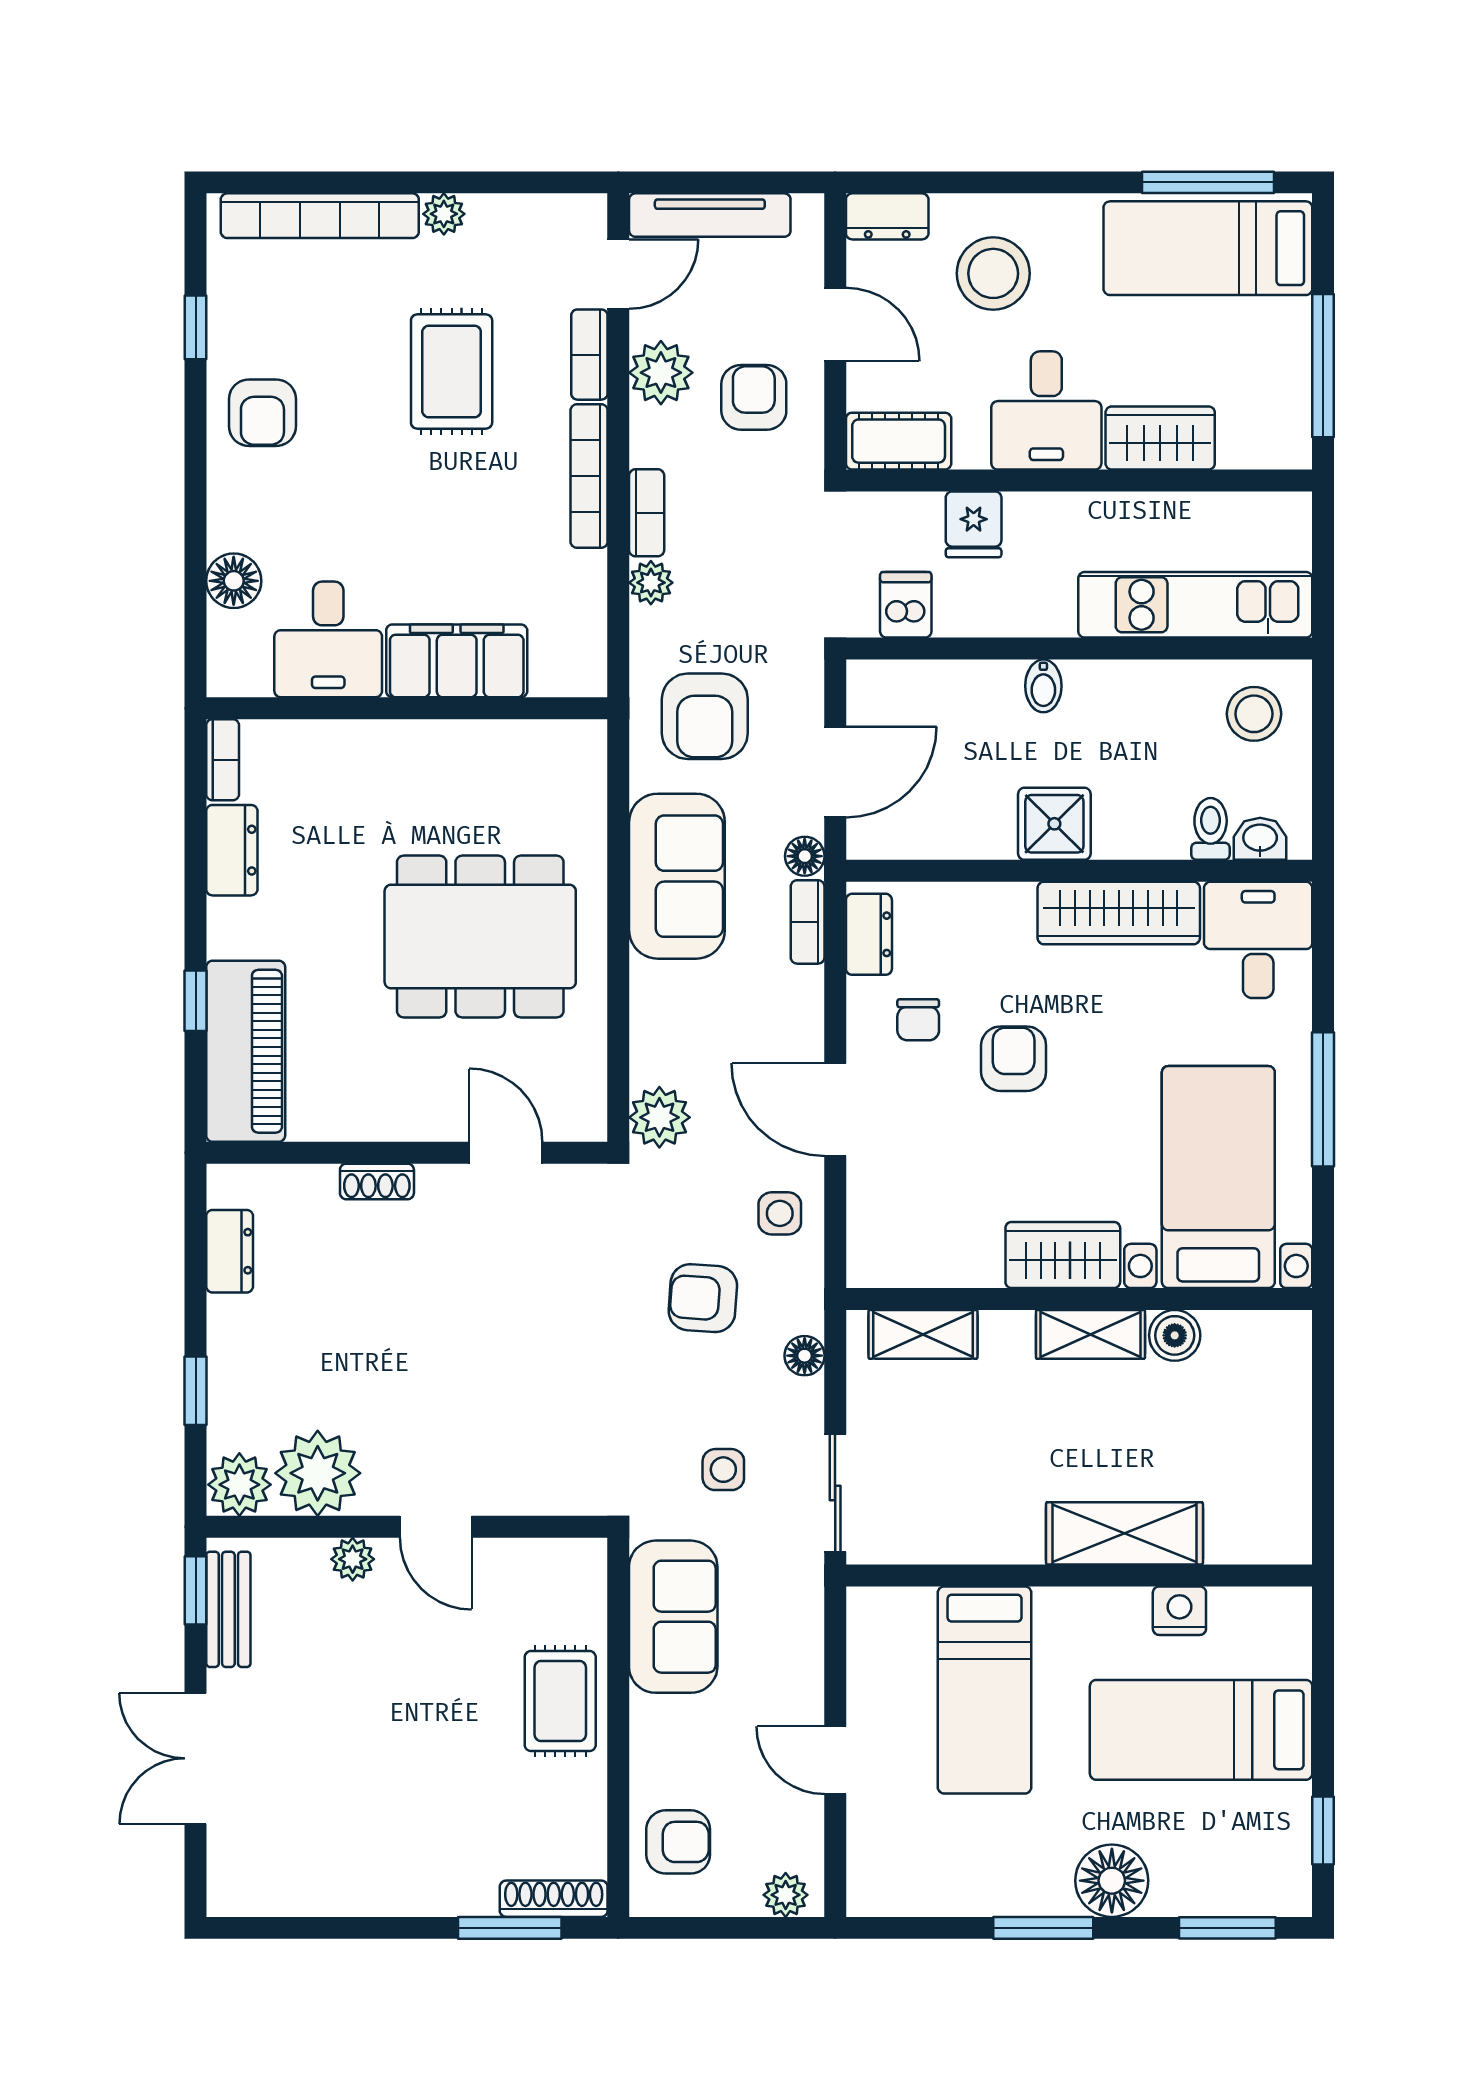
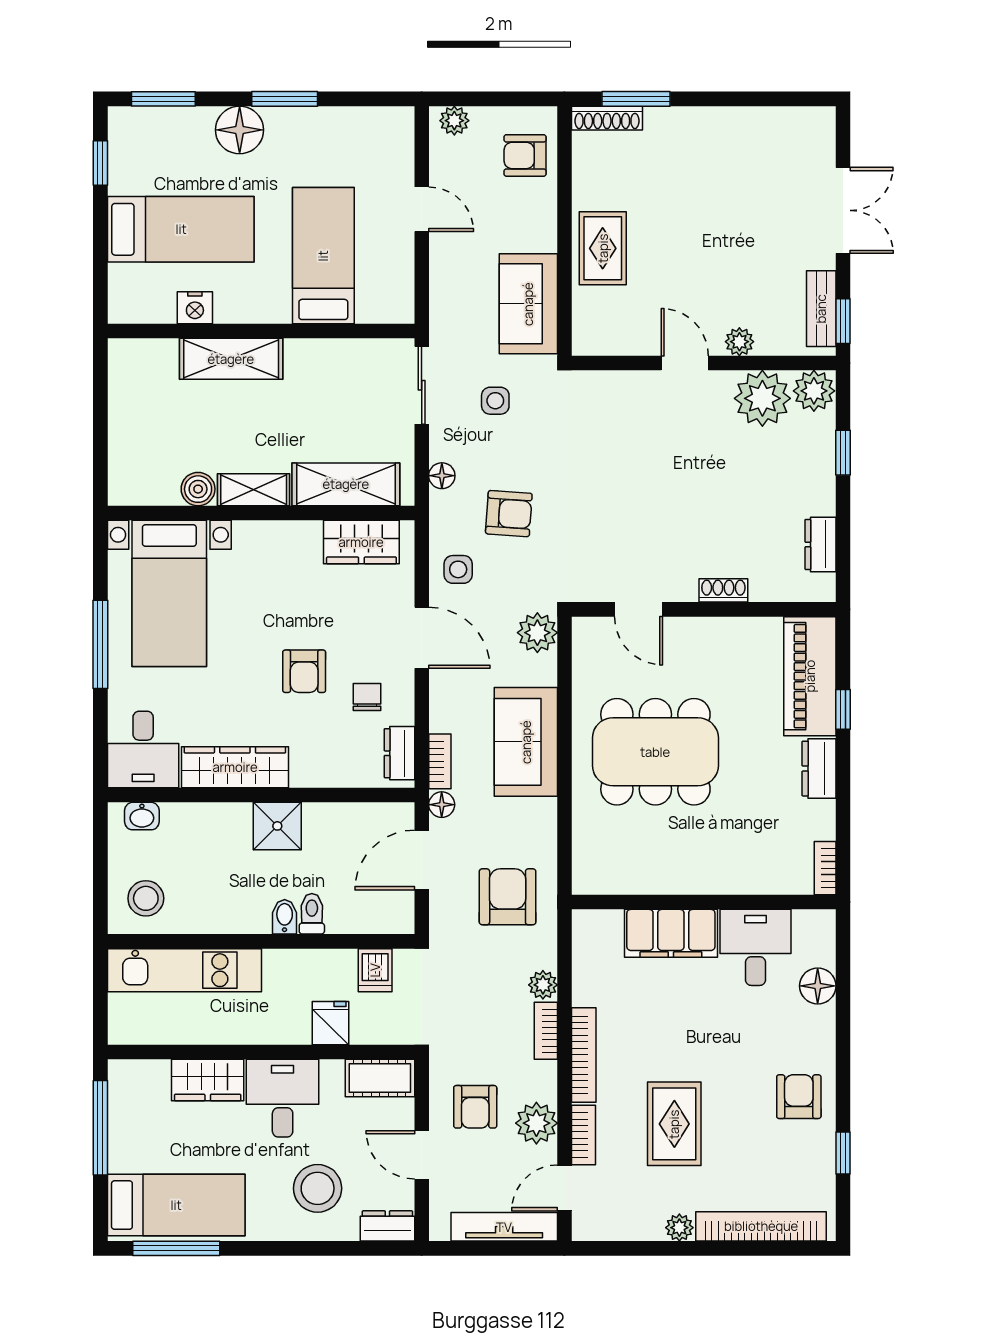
toilet: (1211, 829) -> (312, 914), moved, turned 180
dresser: (232, 850) -> (819, 769), moved
sofa: (677, 876) -> (526, 742), moved
wardrobe: (1063, 1255) -> (361, 542), moved
shelving: (923, 1334) -> (346, 484), width x1.50, depth x1.33

